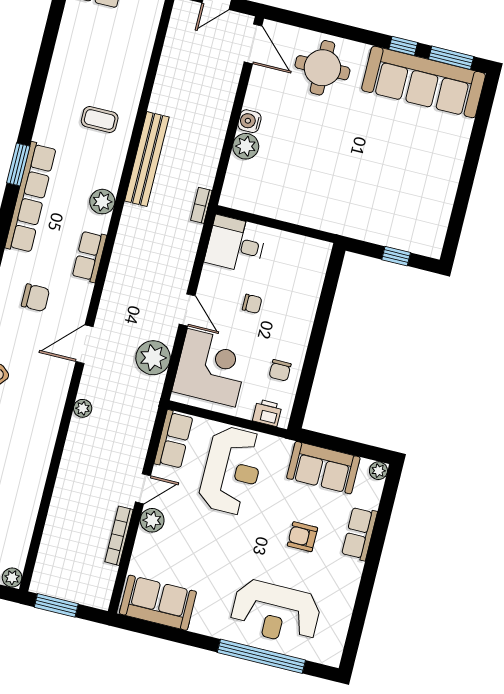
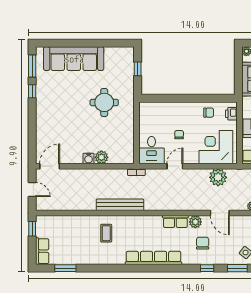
round table: (322, 68) -> (104, 102), moved
sofa: (424, 82) -> (74, 59), moved, turned 90
window: (18, 165) -> (65, 268), moved
plant: (102, 202) -> (195, 222), moved
door: (187, 310) -> (175, 166), moved

